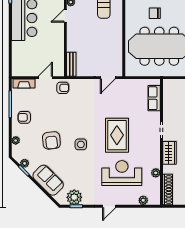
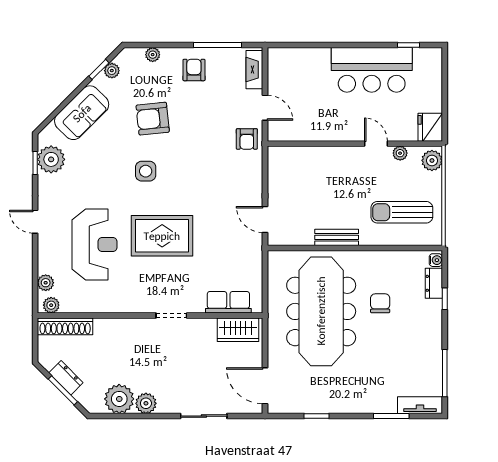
bench: (71, 64) -> (337, 237), moved
wardrobe: (170, 153) -> (238, 330), moved
plant: (156, 173) -> (51, 305), moved

